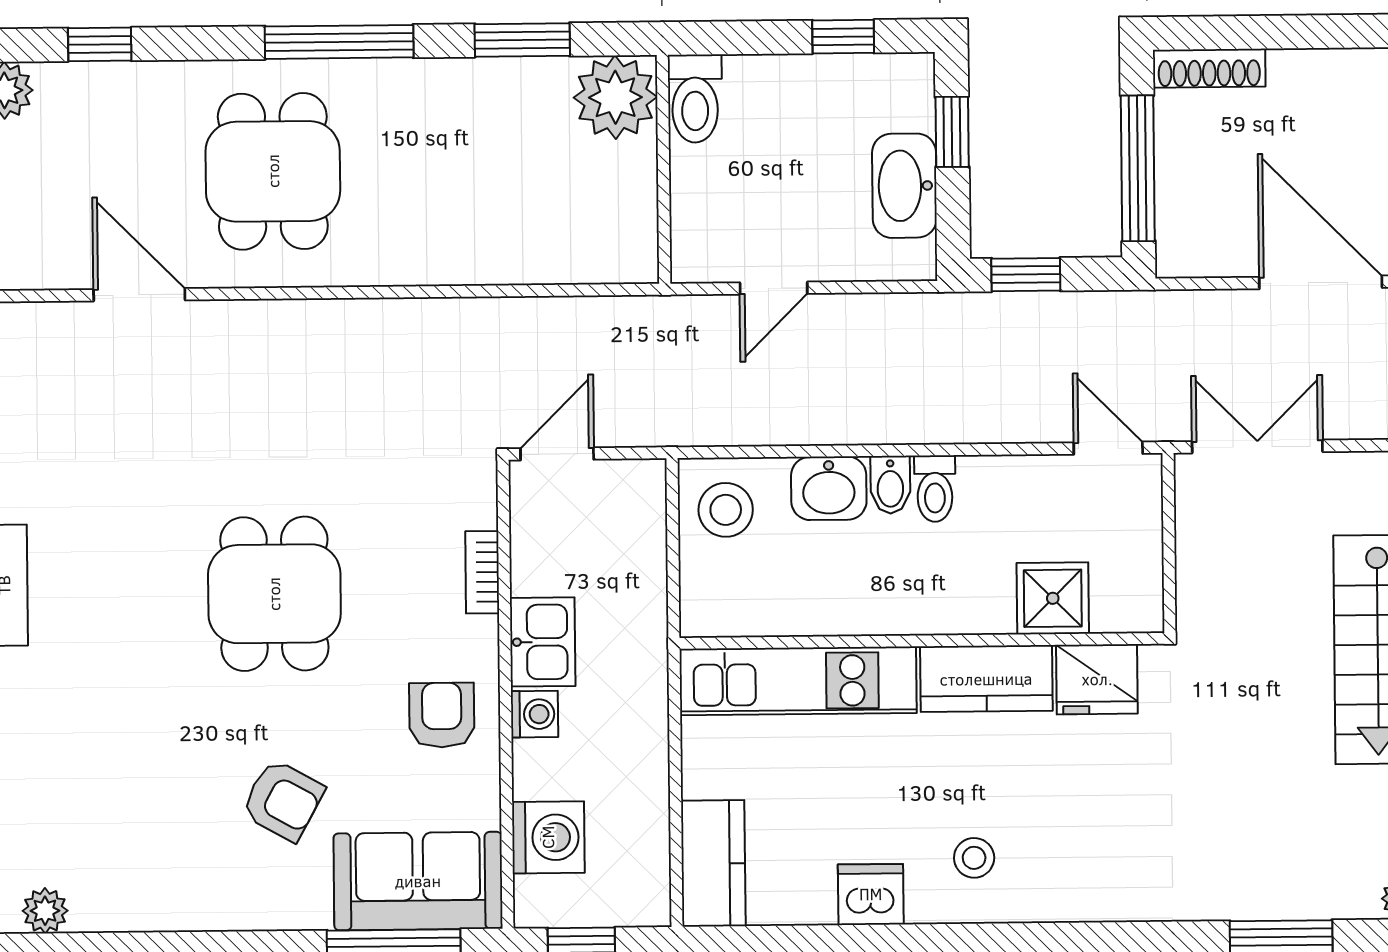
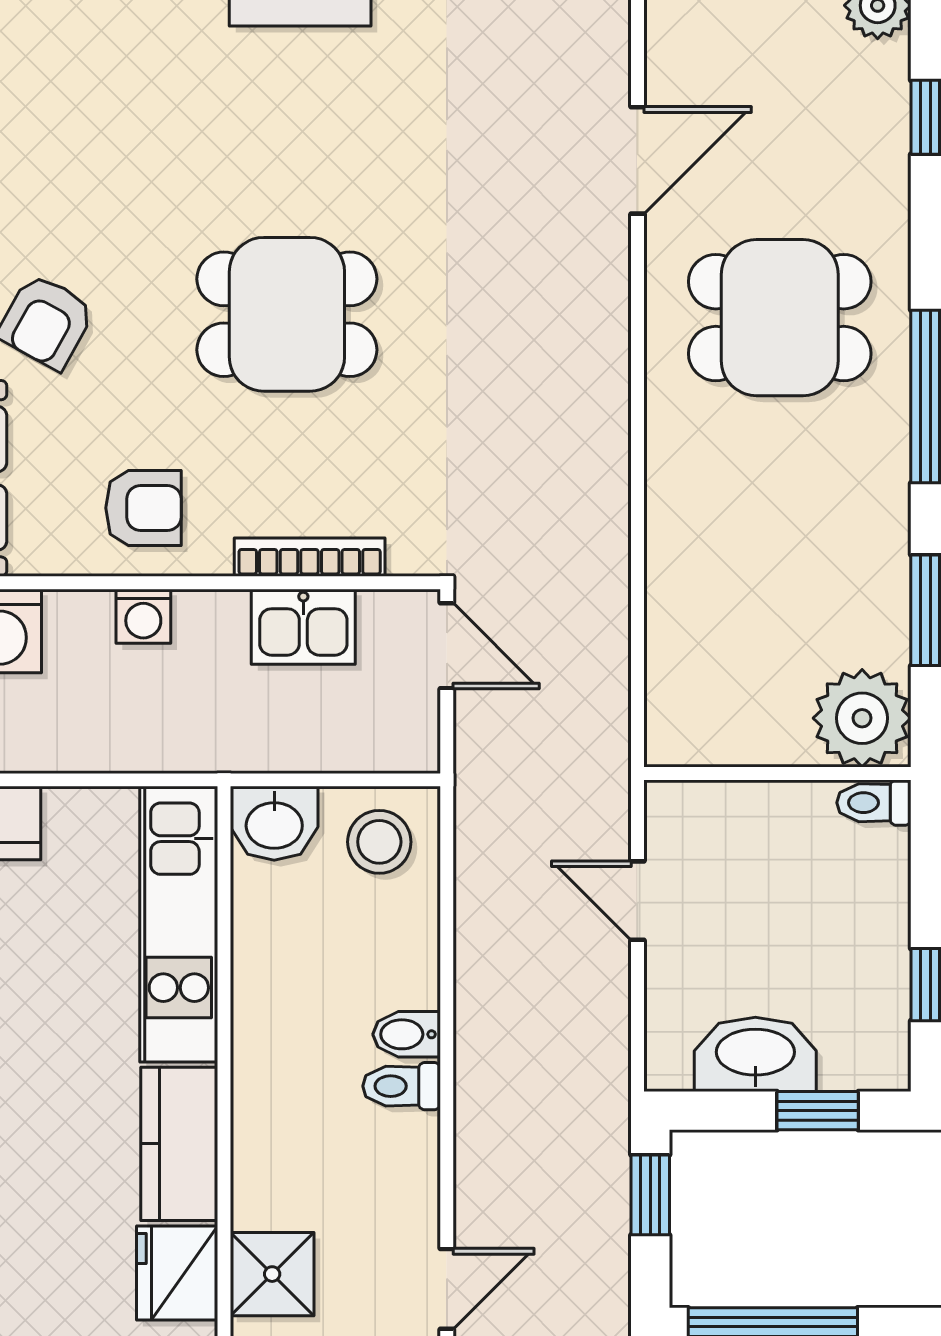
toilet: (695, 99) -> (874, 803), width x0.73, depth x0.72
washbasin: (829, 488) -> (274, 823), moved, turned -90
bookcase: (482, 572) -> (310, 557), width x1.56
shower: (1053, 598) -> (272, 1274), moved
kitchen sink: (543, 642) -> (303, 627), moved

